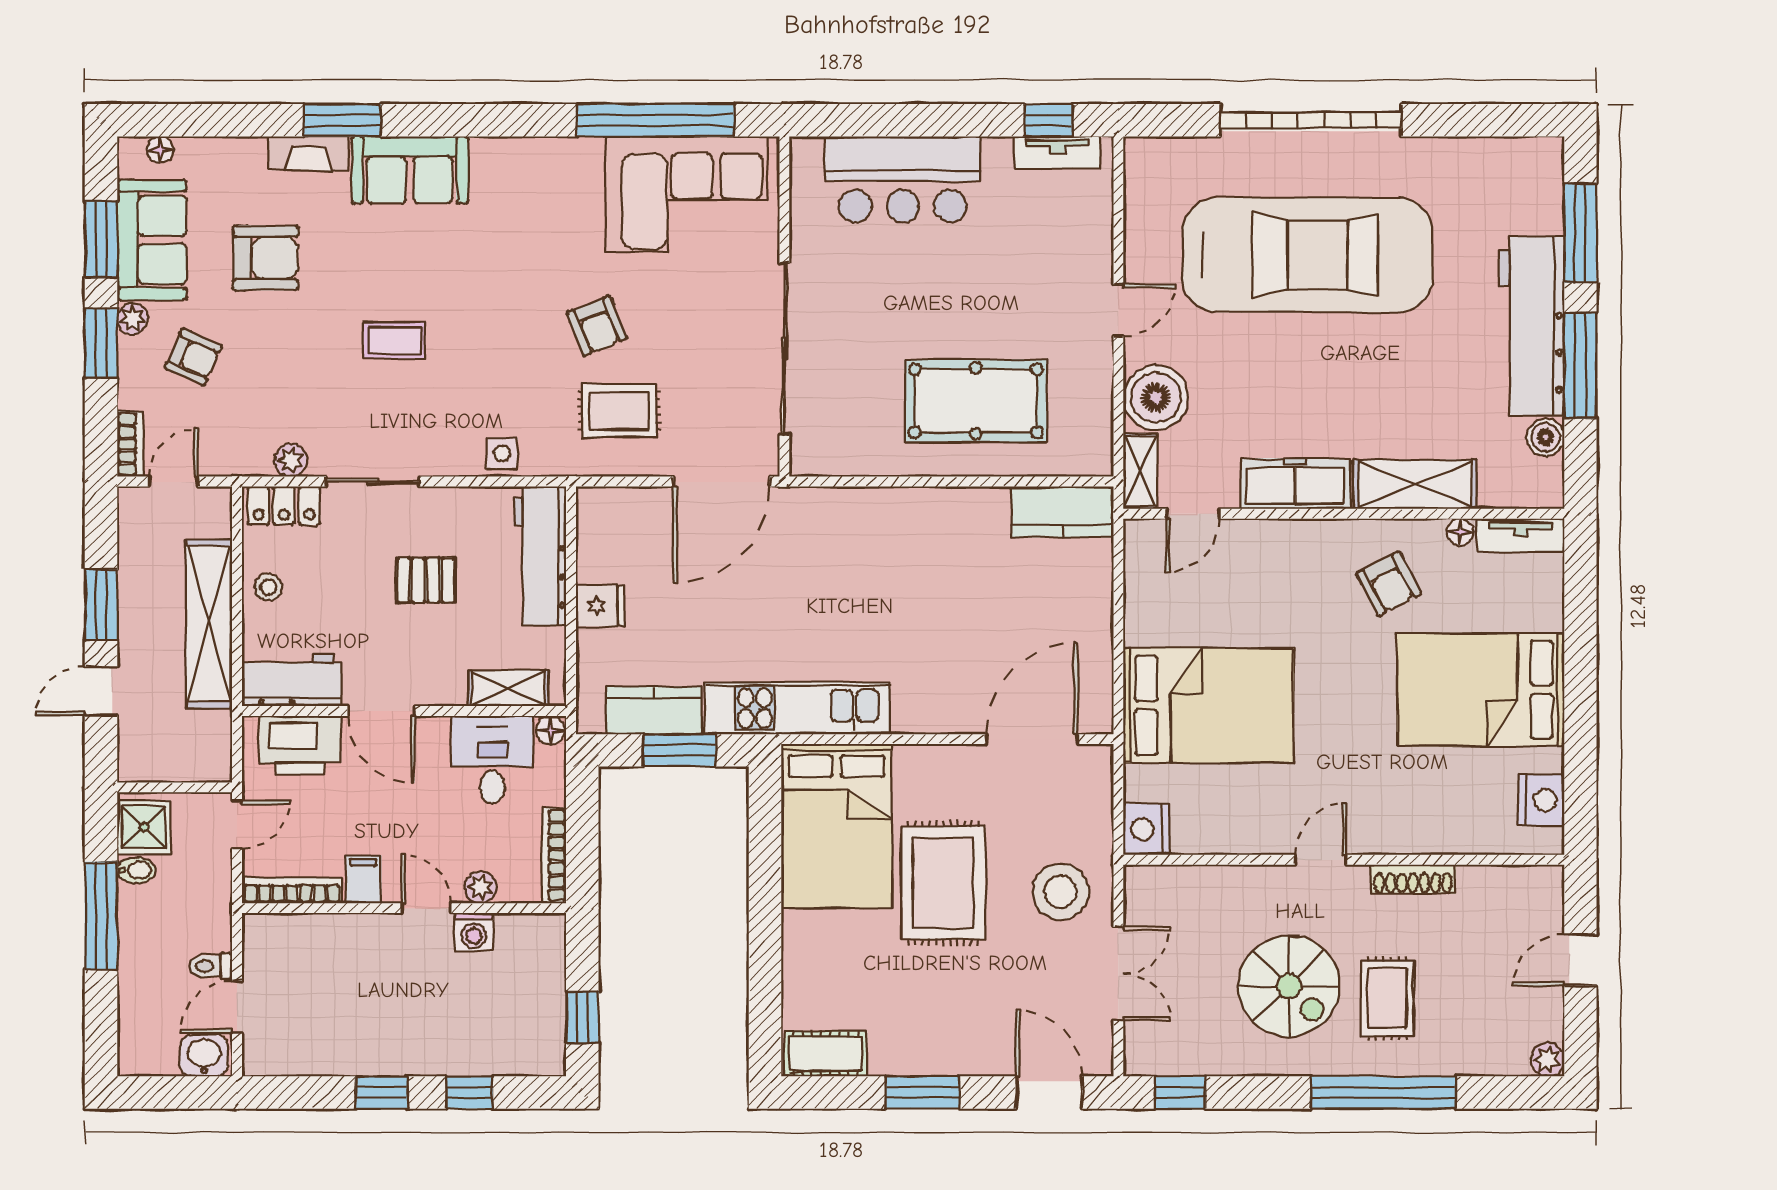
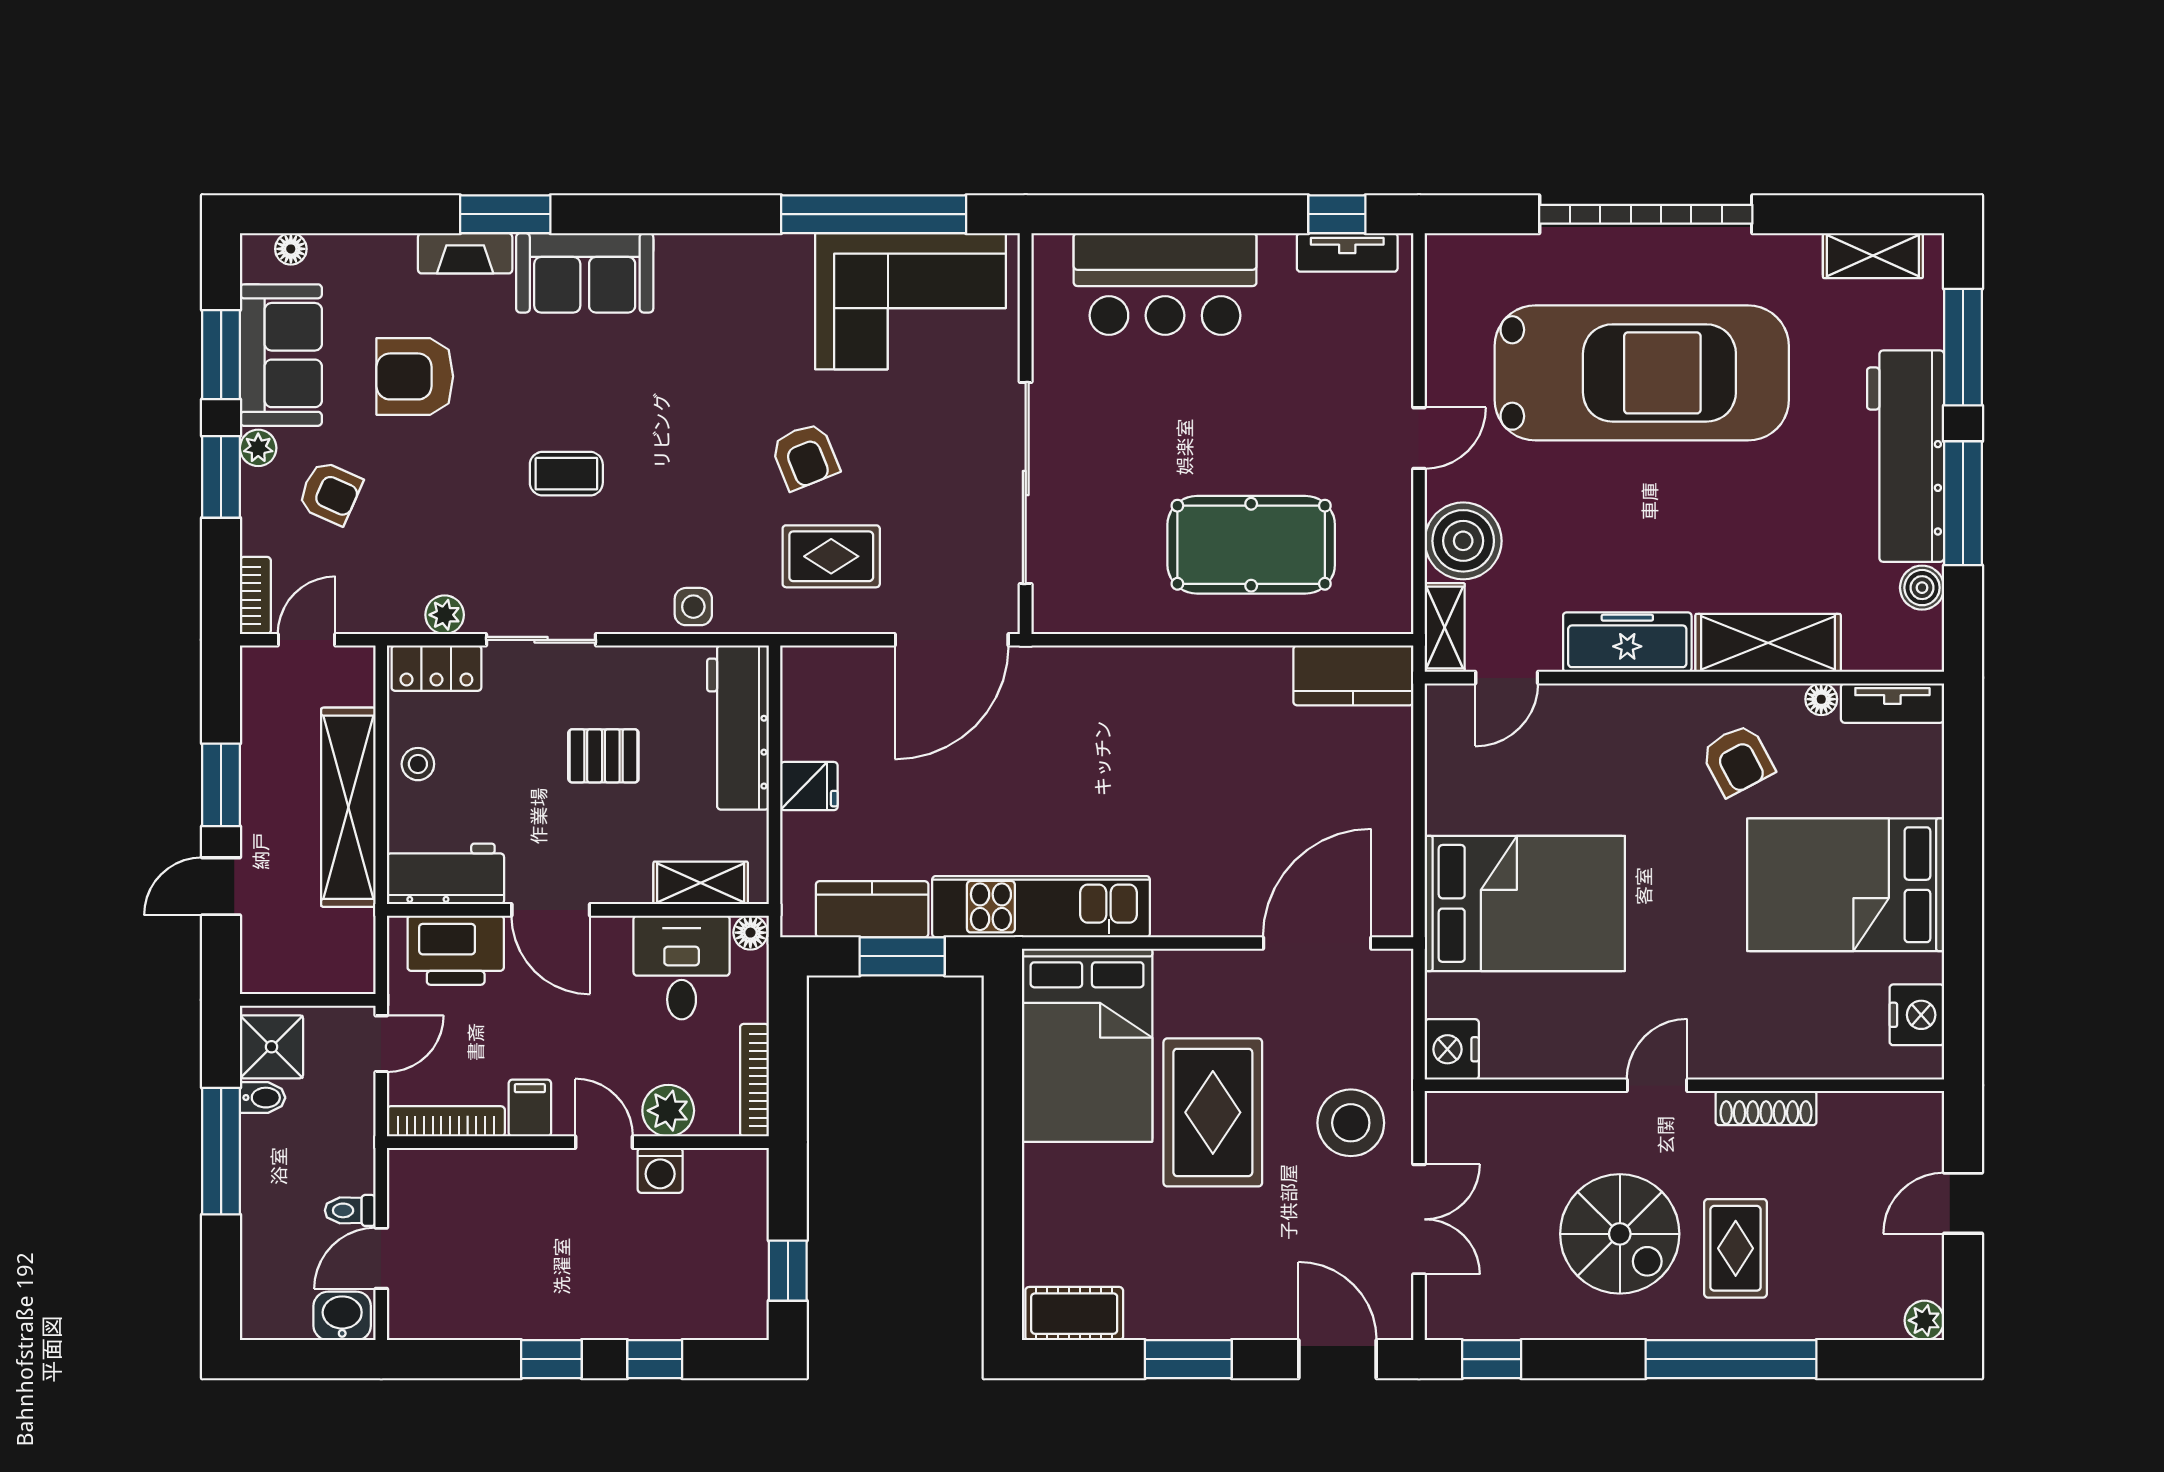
shelving: (1504, 155) -> (1873, 256), added
armchair: (266, 258) -> (415, 376), turned 180
plant: (481, 887) -> (668, 1111), width x1.38, depth x1.38

